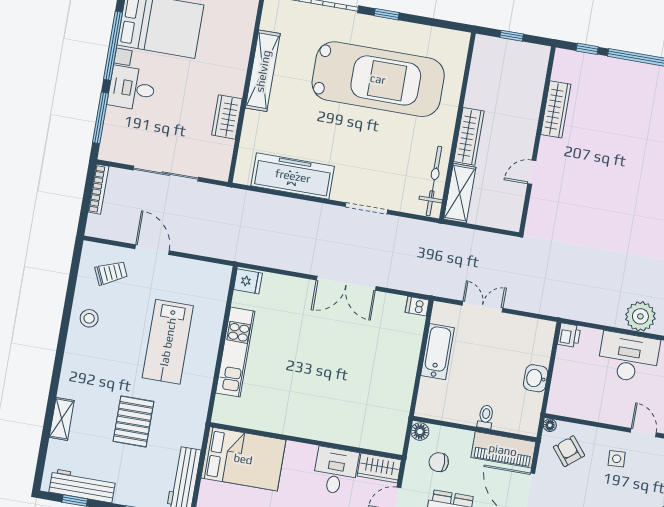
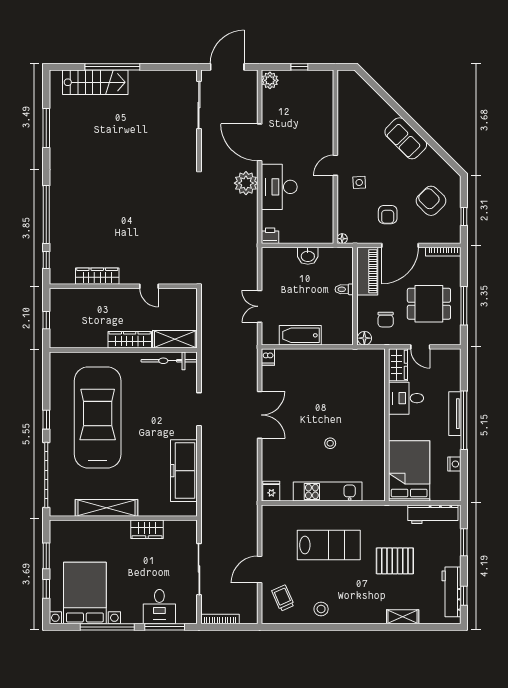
desk: (132, 88) -> (159, 607), moved
stool: (295, 366) -> (330, 443), added
armchair: (569, 451) -> (388, 215), moved, turned -51

